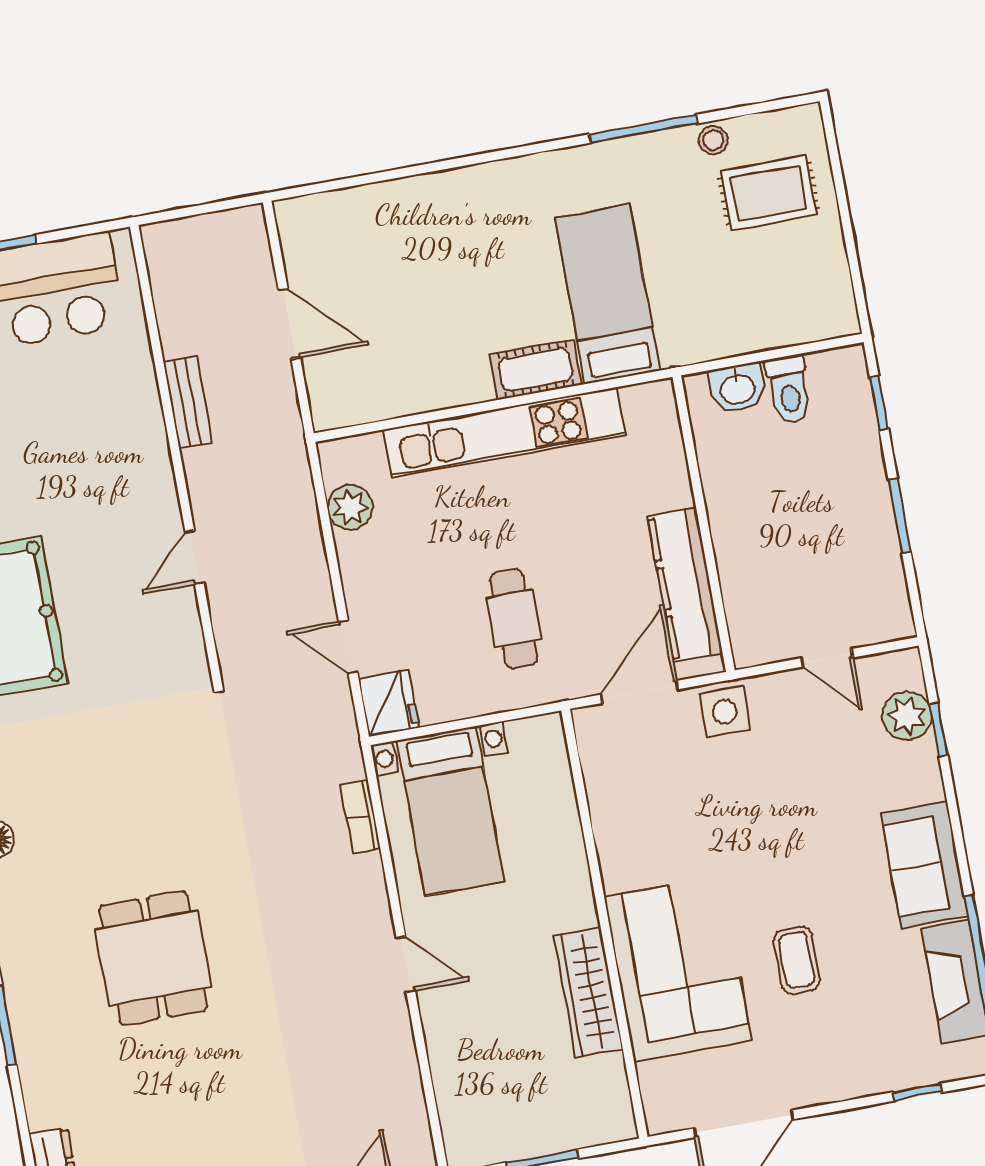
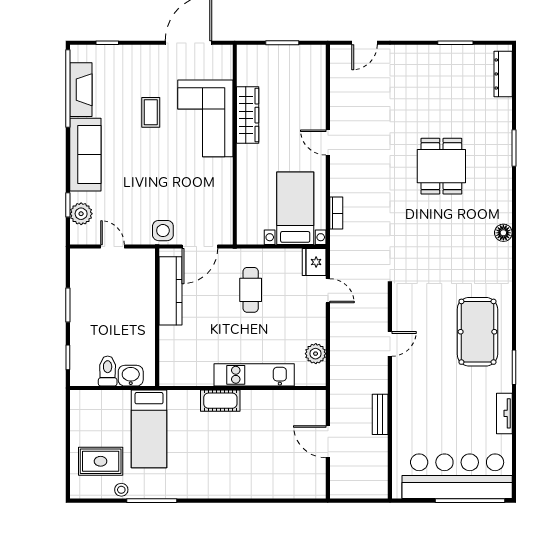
bed: (608, 294) -> (149, 429), moved
kitchen unit: (504, 432) -> (254, 375), width x0.73
sofa: (924, 865) -> (85, 155), width x1.36

